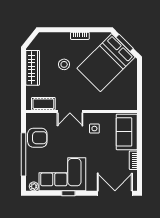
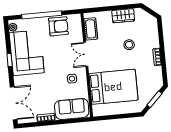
bed: (106, 63) -> (113, 87), moved, turned 135
wardrobe: (33, 68) -> (123, 16), width x0.67
armchair: (37, 138) -> (58, 26), turned -90

